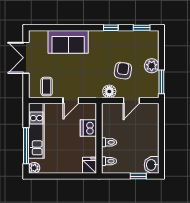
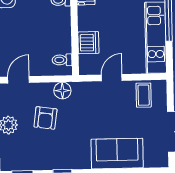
door: (131, 101) -> (18, 80), moved
toilet: (109, 142) -> (62, 60), moved

